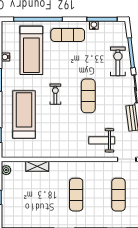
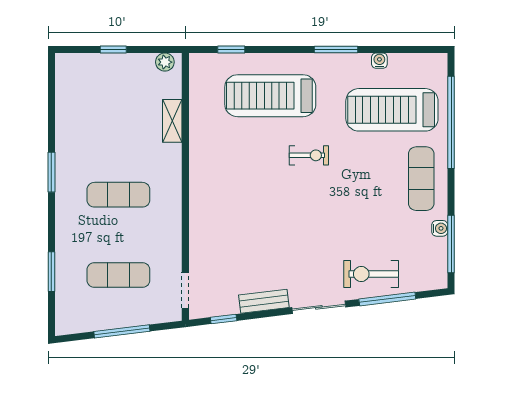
exercise bike: (118, 61) -> (371, 274), turned 180
exercise mat: (88, 96) -> (306, 218), removed
treadmill: (24, 115) -> (270, 96), turned 180
weight bench: (102, 140) -> (221, 243), removed

